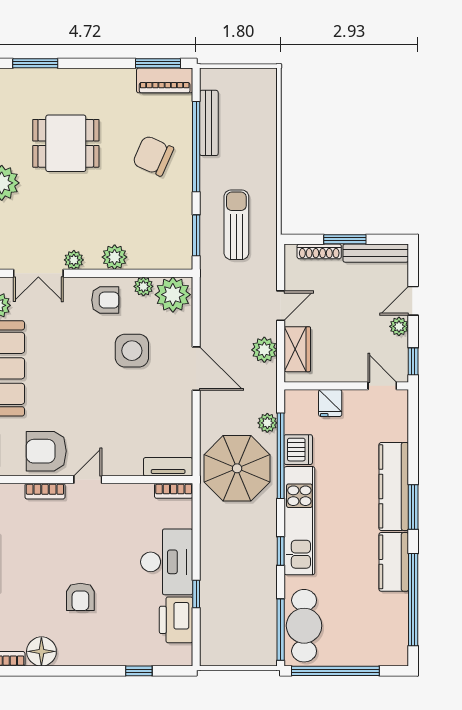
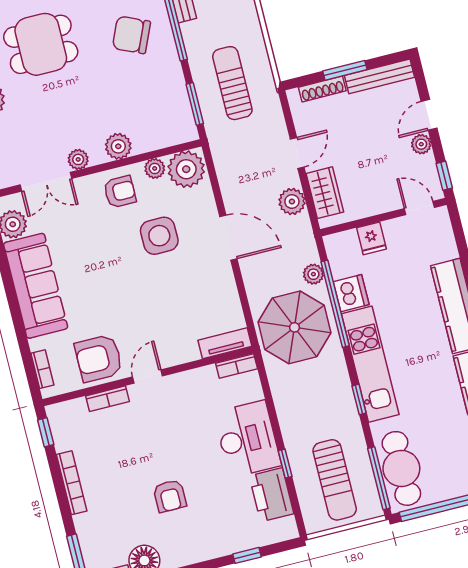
sun lounger: (239, 621) -> (335, 480), added

